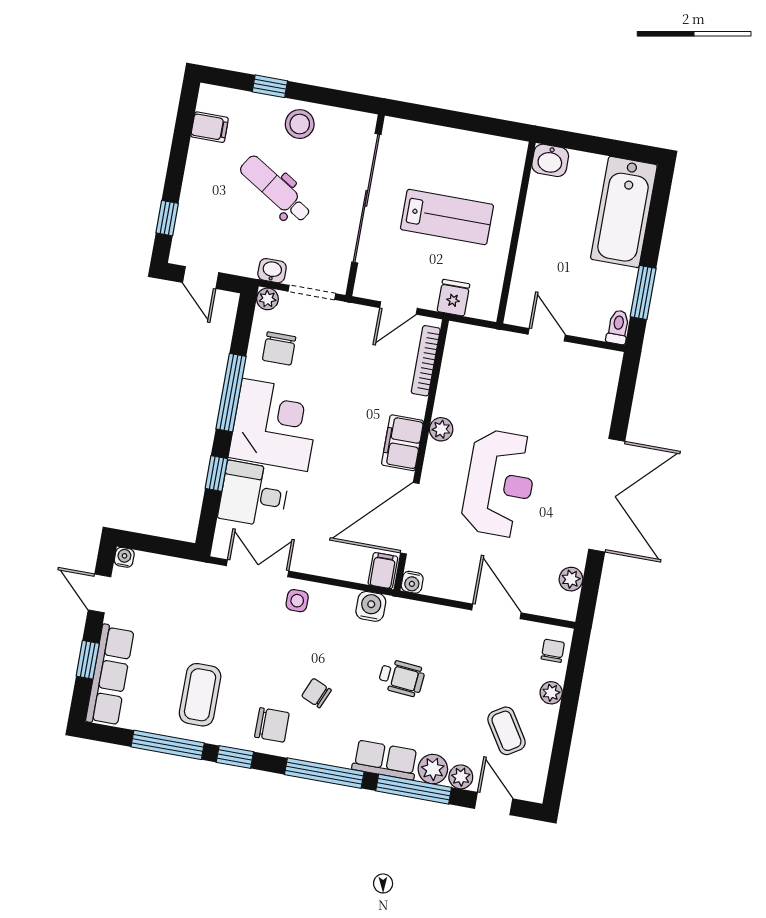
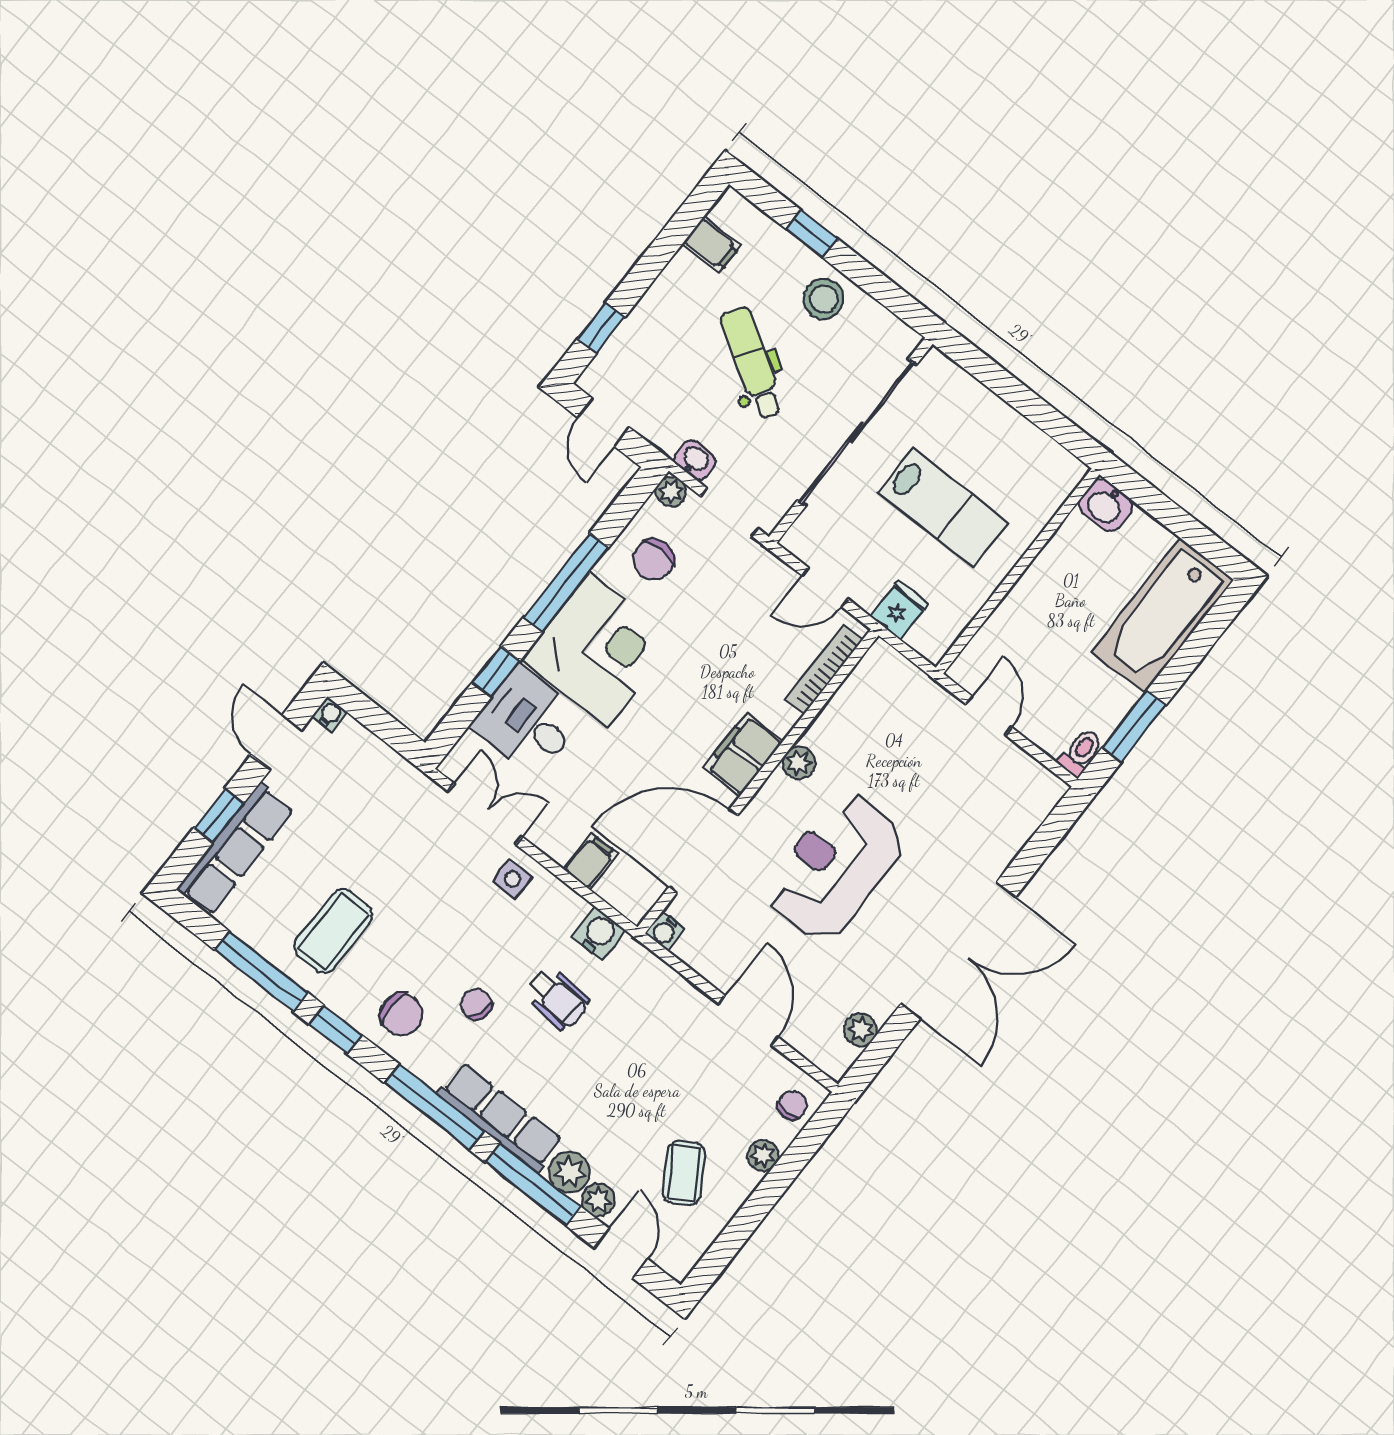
reception desk: (500, 484) -> (835, 867), turned 180
filing cabinet: (383, 571) -> (590, 861), moved
wheelchair: (401, 678) -> (557, 999), moved
row of seats: (385, 760) -> (500, 1117), width x1.48

